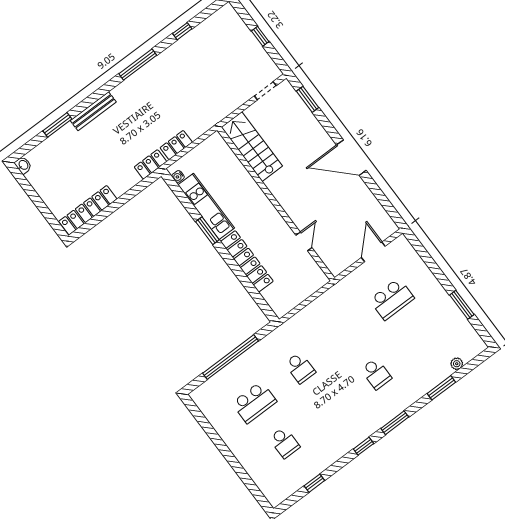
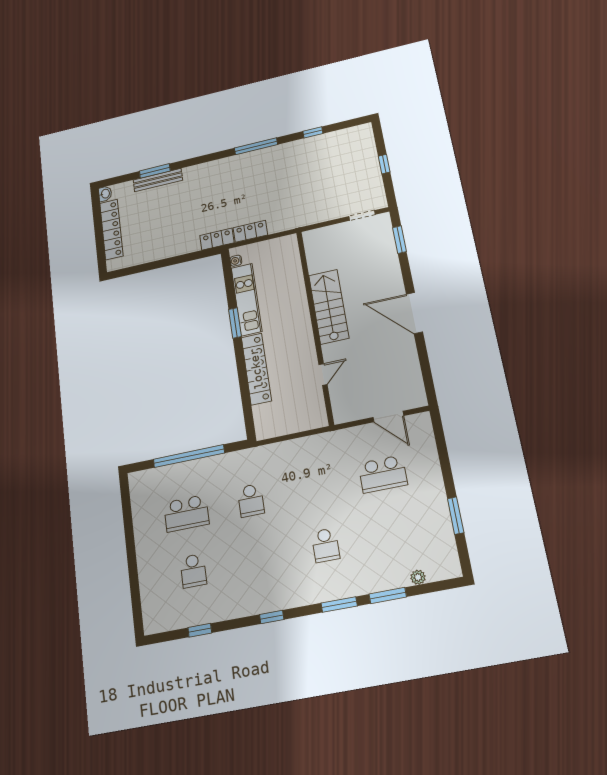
bench: (93, 111) -> (158, 180), moved
stairs: (252, 147) -> (329, 307), moved
locker: (88, 210) -> (111, 229), moved, turned 90
door: (373, 252) -> (388, 416), swing flipped
window: (395, 423) -> (339, 605), moved

